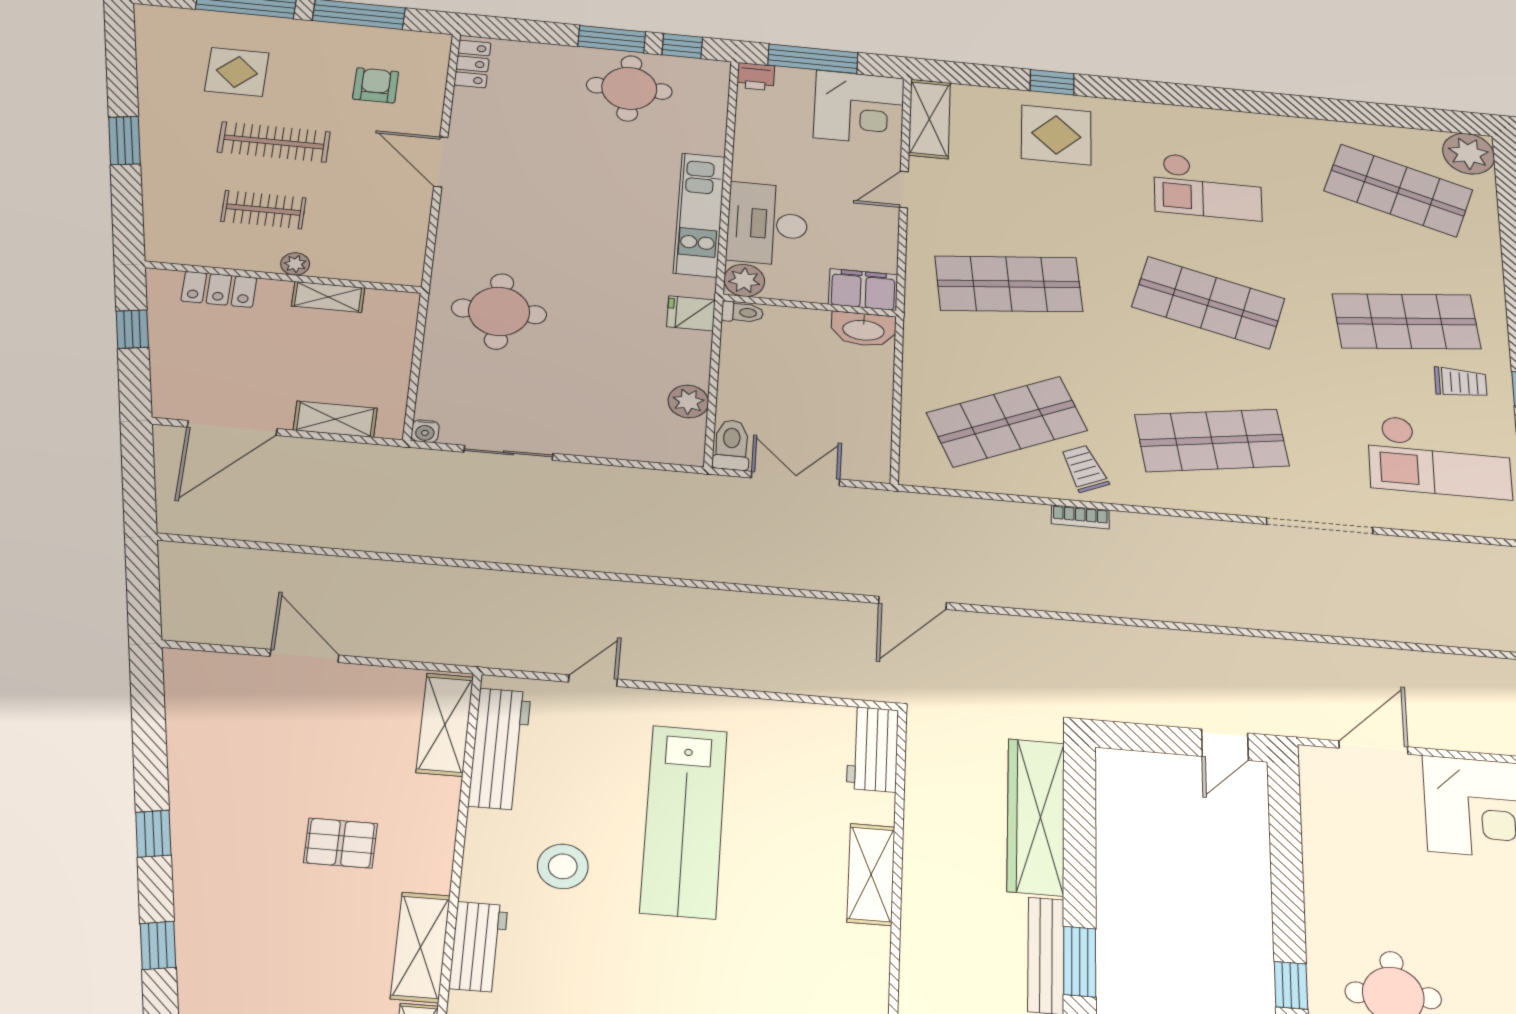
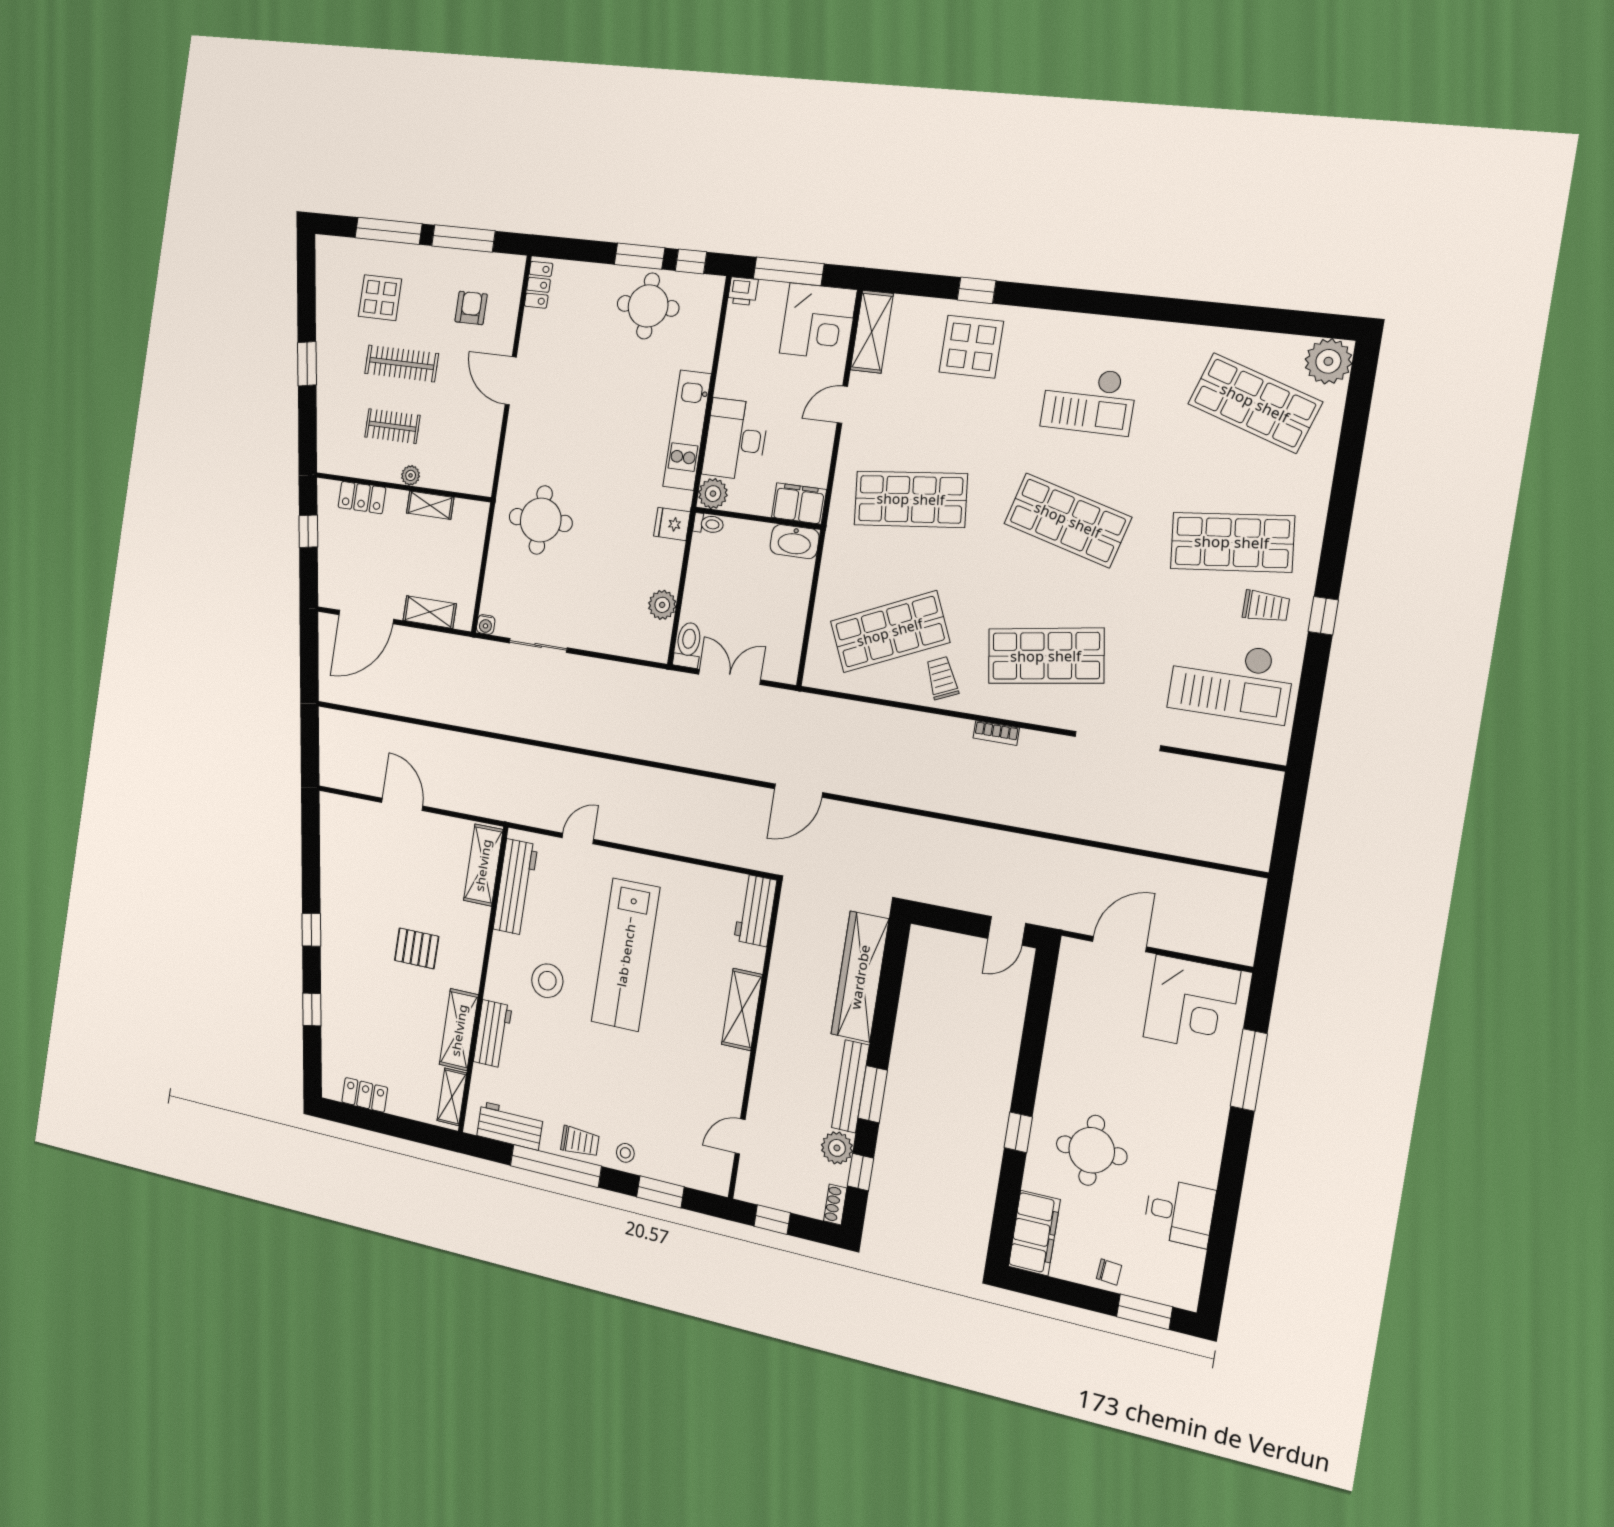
bookcase: (1080, 517) -> (996, 733), moved

